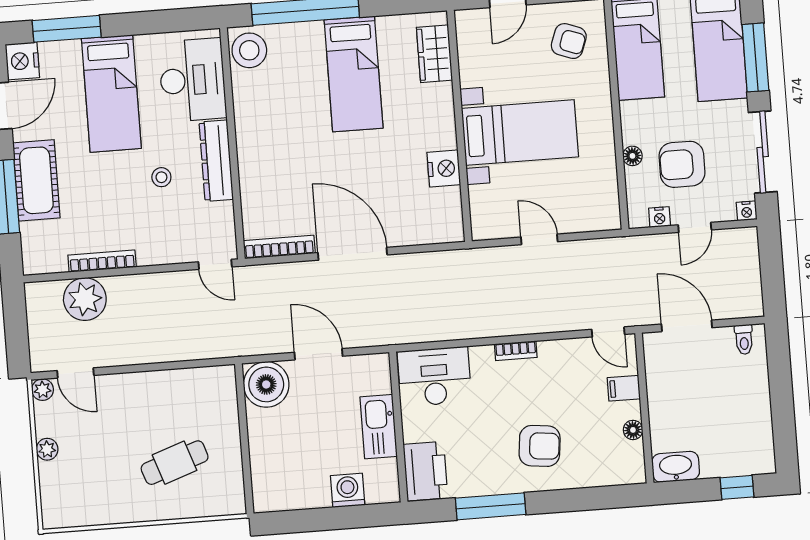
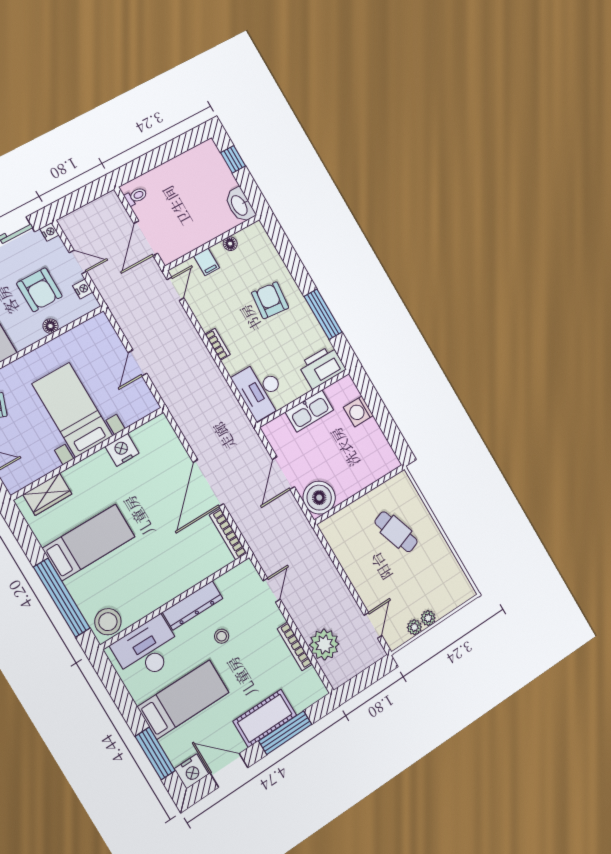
door: (215, 264) -> (272, 590), moved
plant: (43, 390) -> (414, 627), moved

